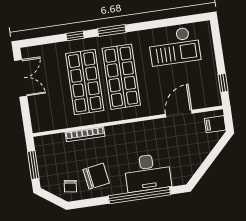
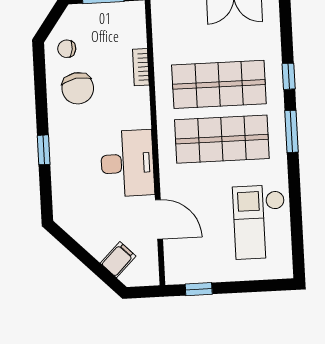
filing cabinet: (215, 124) -> (118, 260), moved, turned 45
bookcase: (85, 134) -> (141, 67), width x0.64
desk: (148, 173) -> (127, 163), moved, turned 180
window: (139, 195) -> (44, 150), width x0.32

